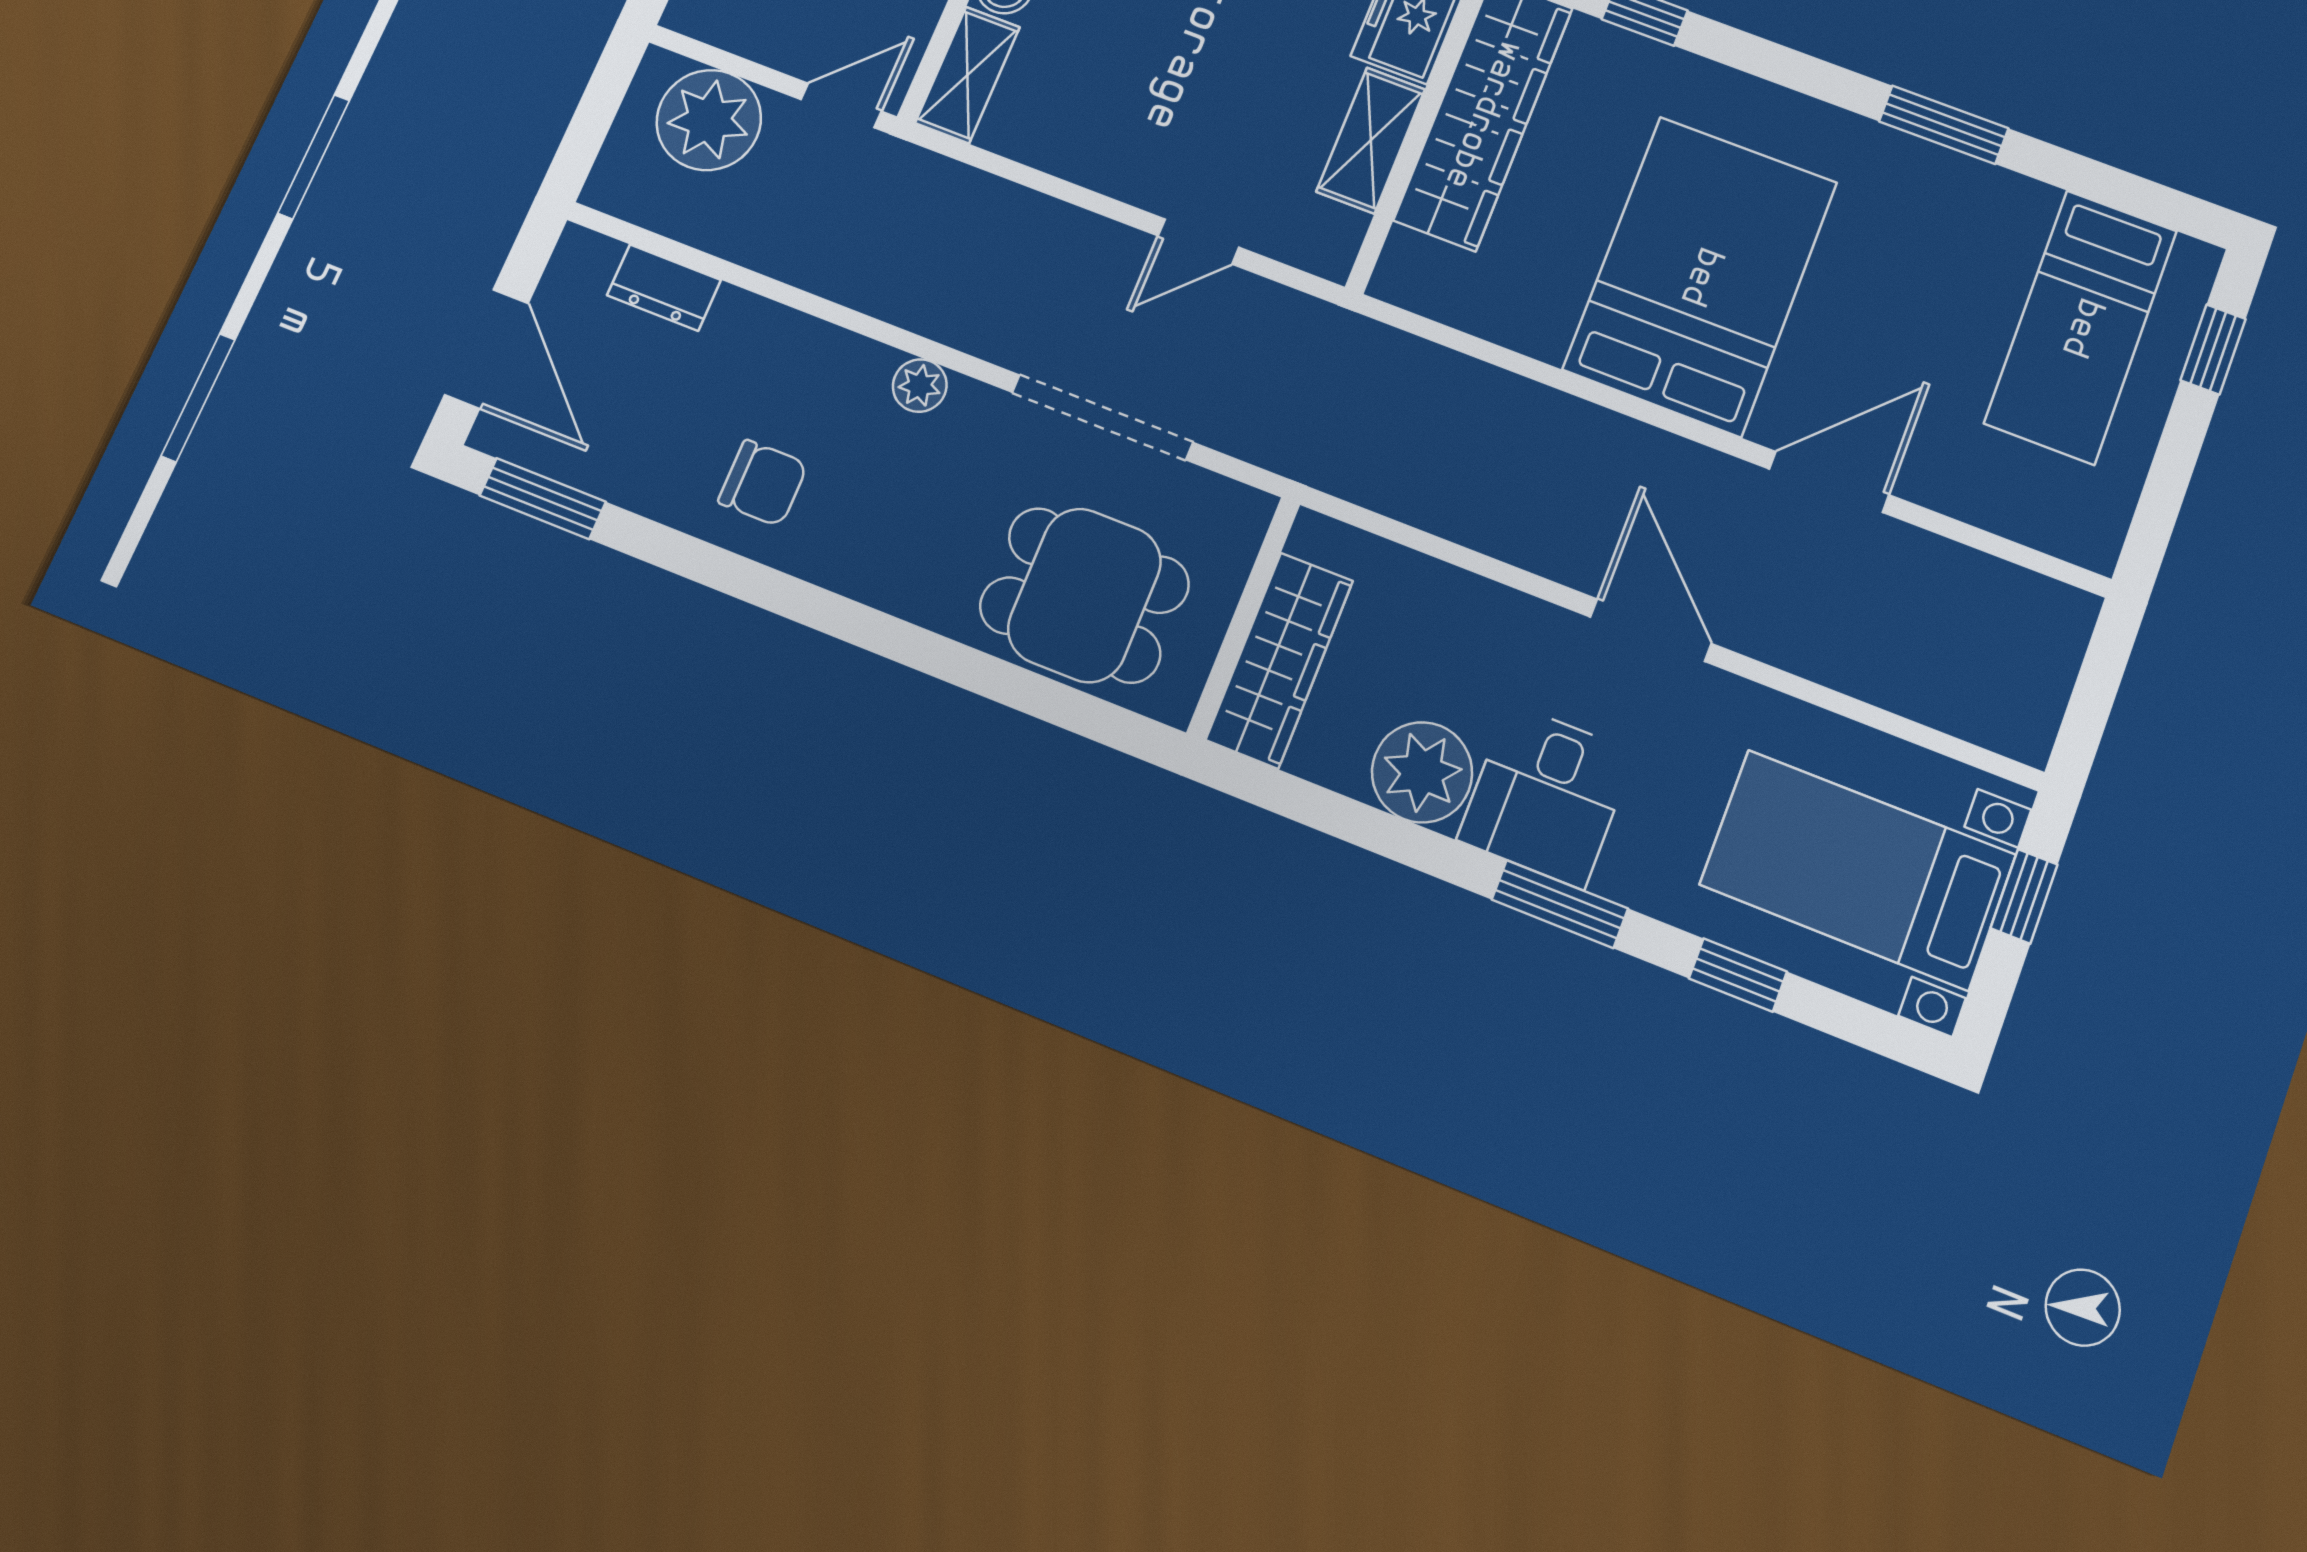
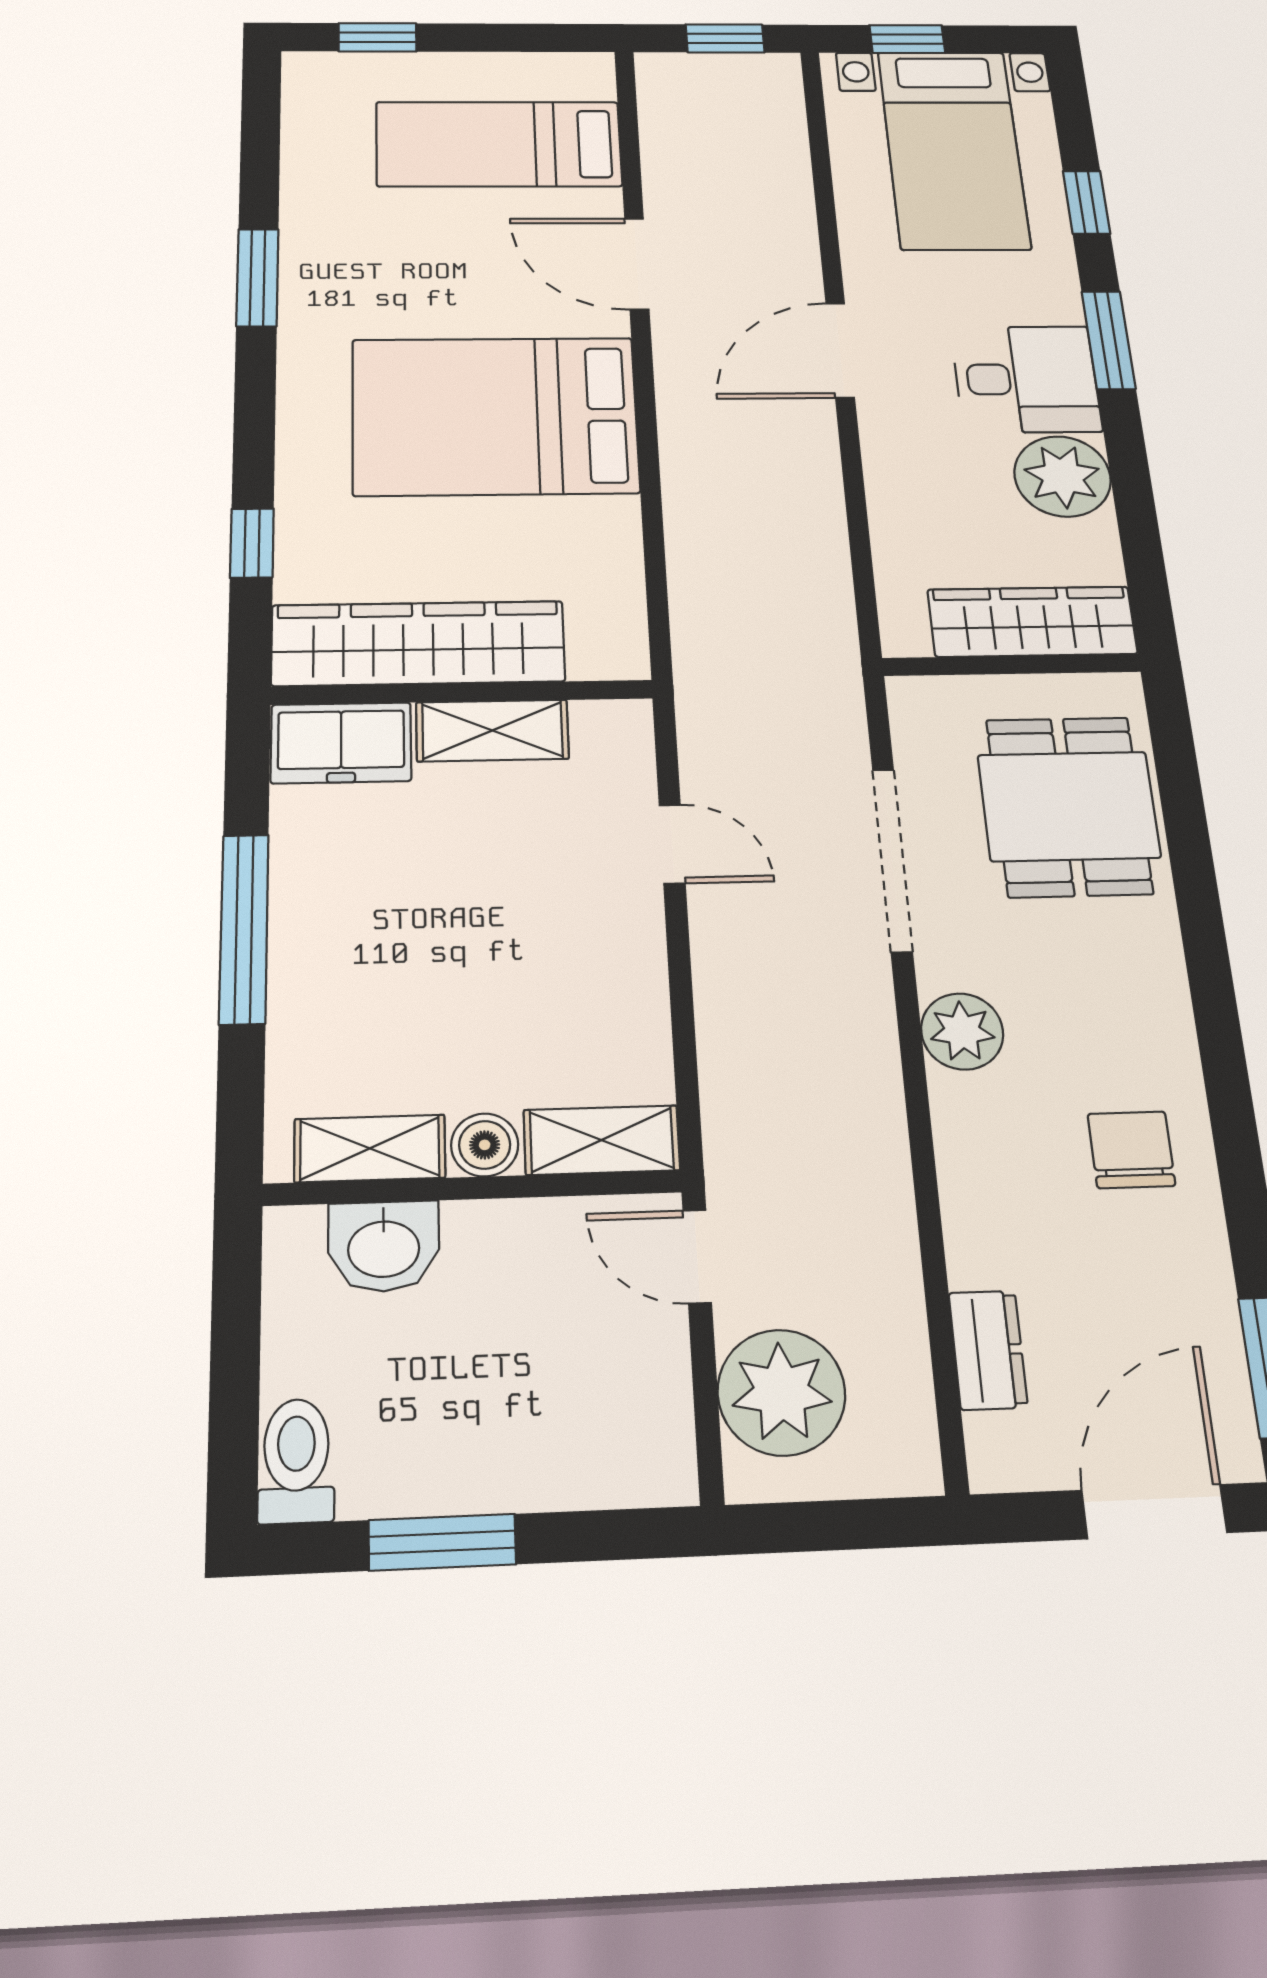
bed: (2081, 327) -> (499, 144), moved, turned 180
plant: (920, 386) -> (962, 1031), width x1.38, depth x1.38
window: (2091, 702) -> (725, 38), added

